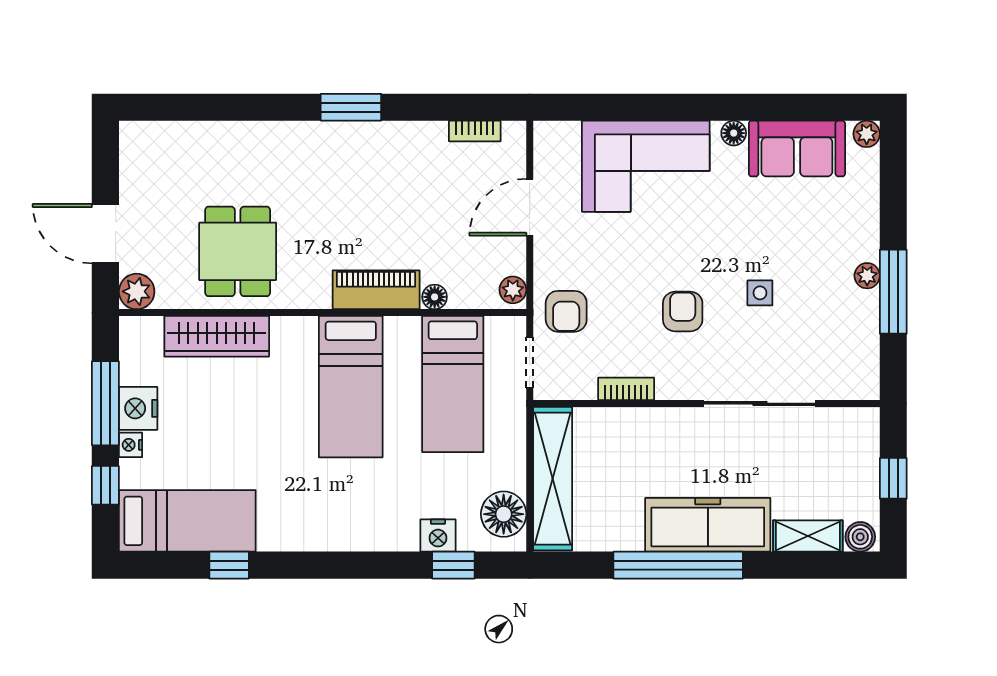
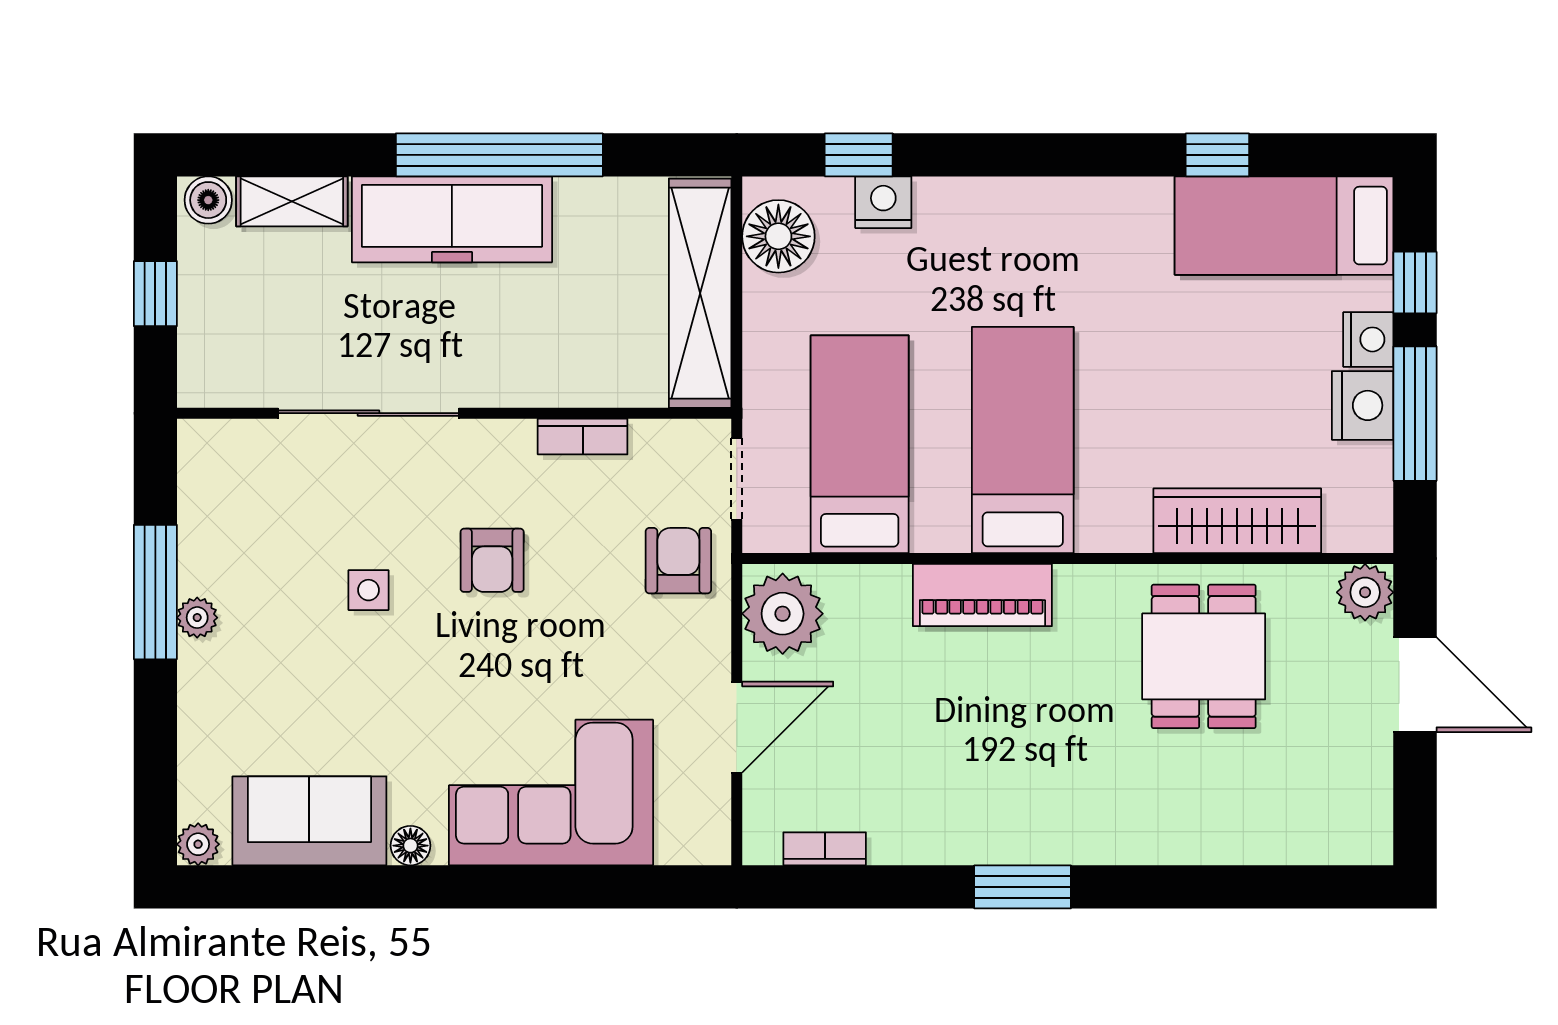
plant: (513, 290) -> (783, 614), width x1.88, depth x1.88
floor lamp: (435, 297) -> (889, 584), removed
nightstand: (131, 445) -> (1368, 339), width x1.39, depth x1.35

